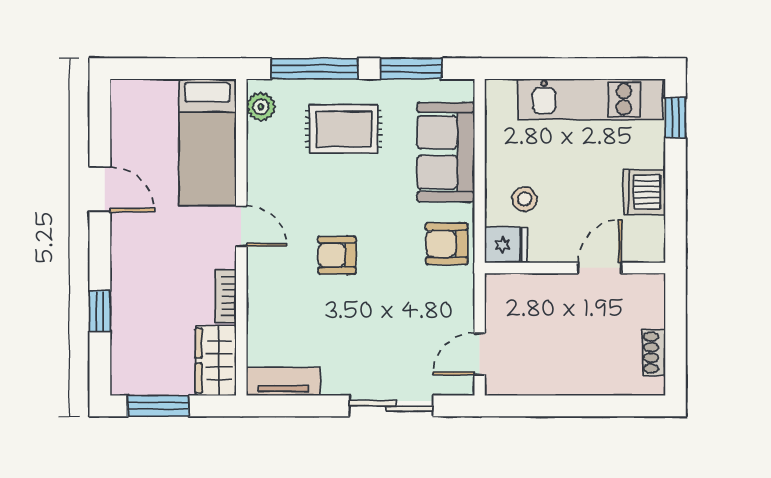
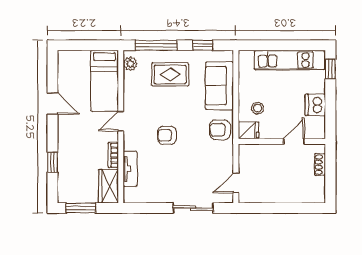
window: (411, 69) -> (203, 45), width x0.67
door: (241, 226) -> (121, 121), swing flipped
shoe rack: (654, 353) -> (320, 165), moved
tv unit: (283, 382) -> (130, 169), moved, turned 90

